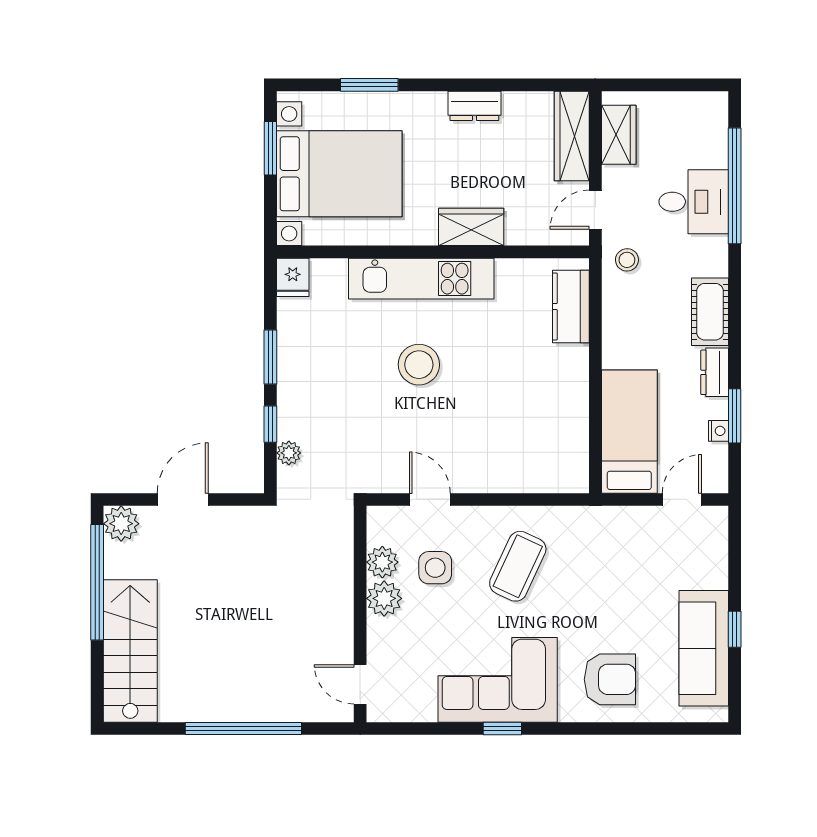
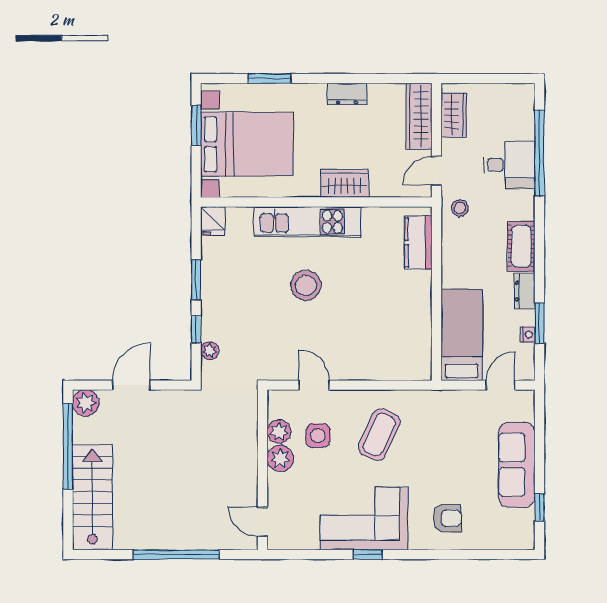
window: (735, 629) -> (539, 507), moved
sofa: (704, 648) -> (517, 465), moved
armchair: (610, 679) -> (447, 518), width x0.72, depth x0.72

